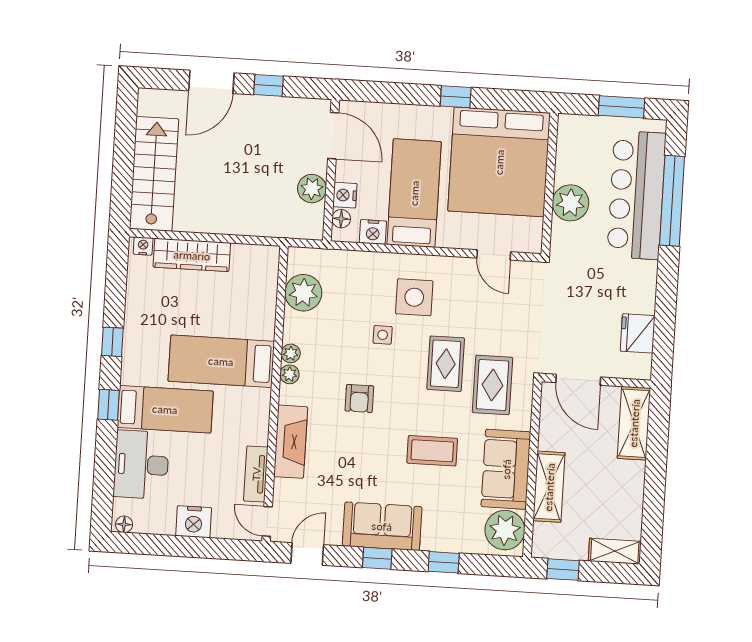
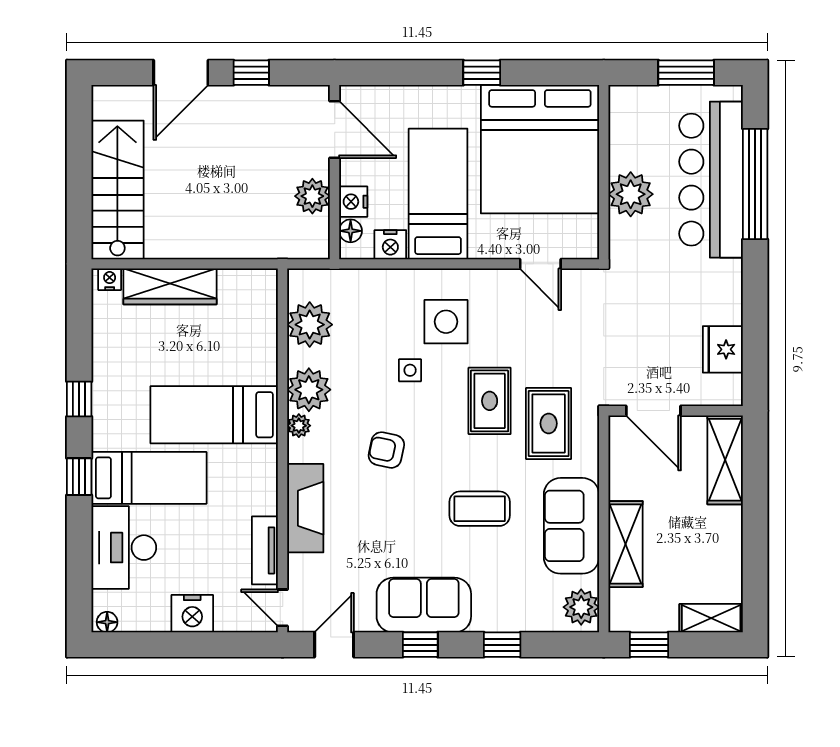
plant: (291, 353) -> (309, 390), width x1.87, depth x1.87
armchair: (359, 398) -> (386, 450), turned 102
plant: (505, 530) -> (581, 607), width x0.73, depth x0.73

